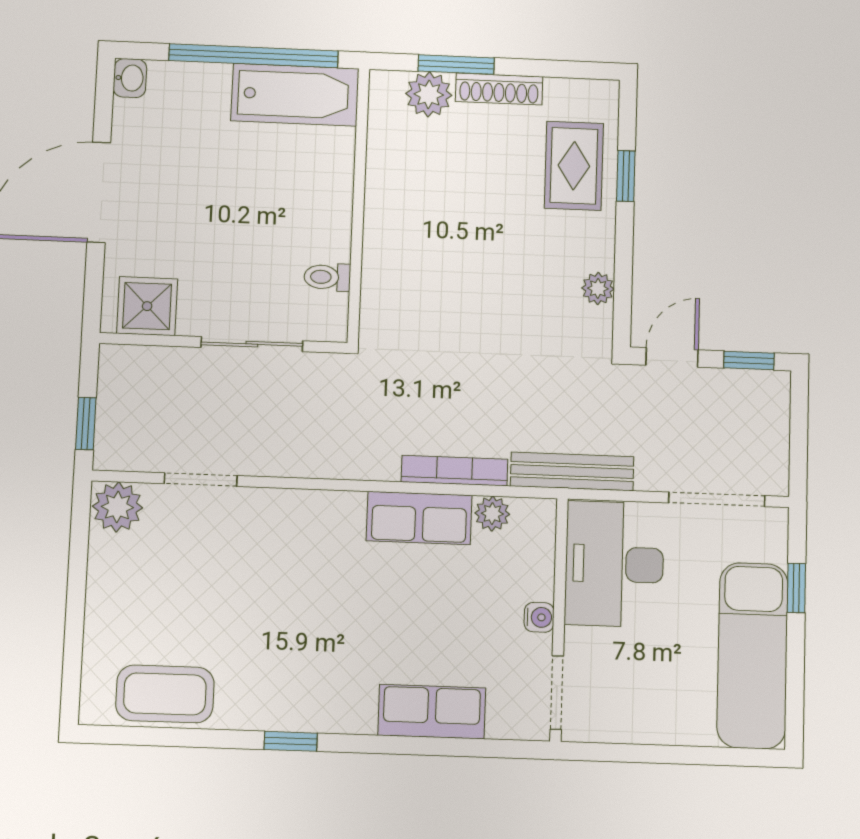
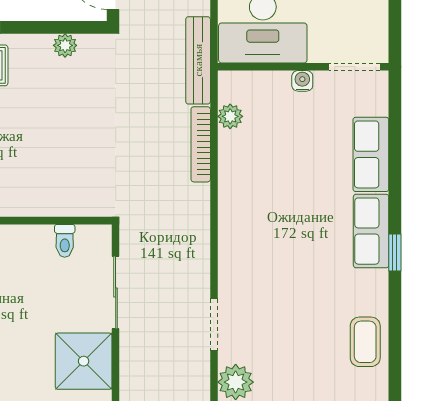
shower: (147, 306) -> (84, 361), width x1.36, depth x1.36
row of seats: (419, 518) -> (371, 231), moved, turned 180
coffee table: (165, 694) -> (365, 342), width x0.73, depth x0.77

